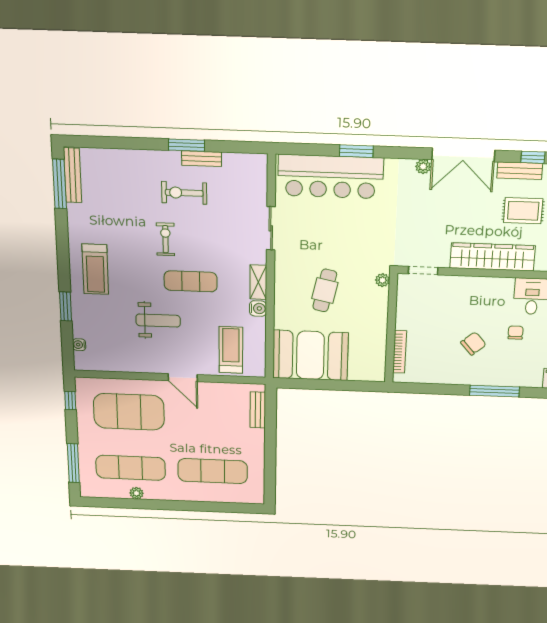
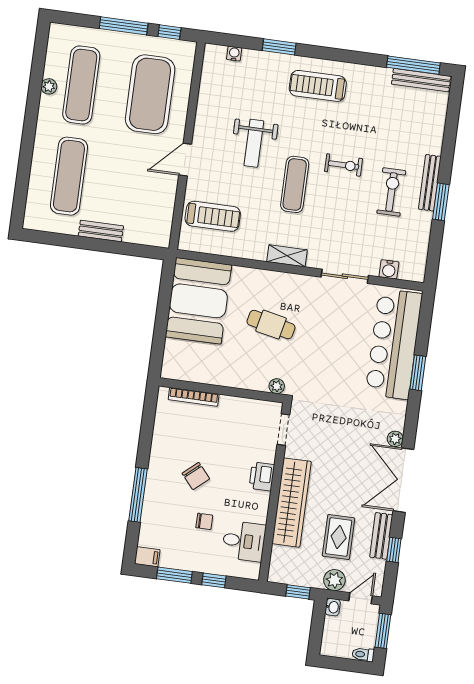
bench: (201, 159) -> (430, 183), moved, width x1.36
printer: (469, 286) -> (262, 476), added
water cooler: (258, 308) -> (389, 269), moved
bench: (258, 410) -> (101, 231), moved
window: (73, 463) -> (124, 26), moved

